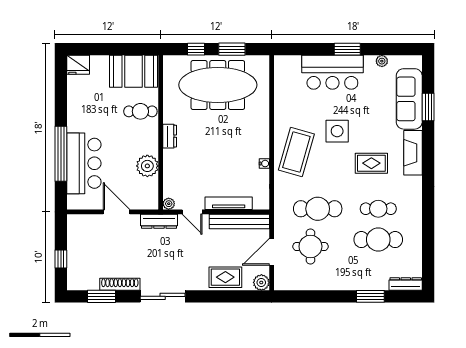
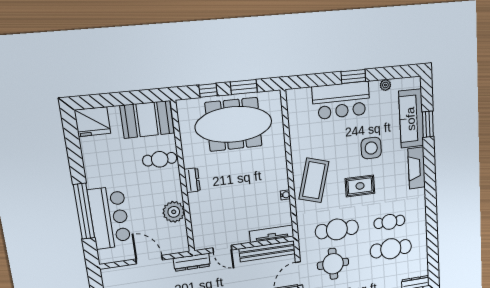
fridge: (78, 65) -> (93, 122), width x1.36, depth x1.34
side table: (337, 131) -> (371, 148), moved
rug: (371, 163) -> (360, 186), moved
tv unit: (229, 203) -> (272, 234), moved
plant: (169, 204) -> (199, 245), removed

